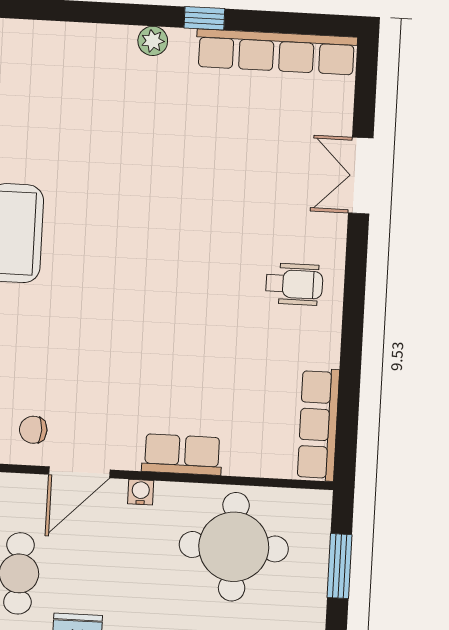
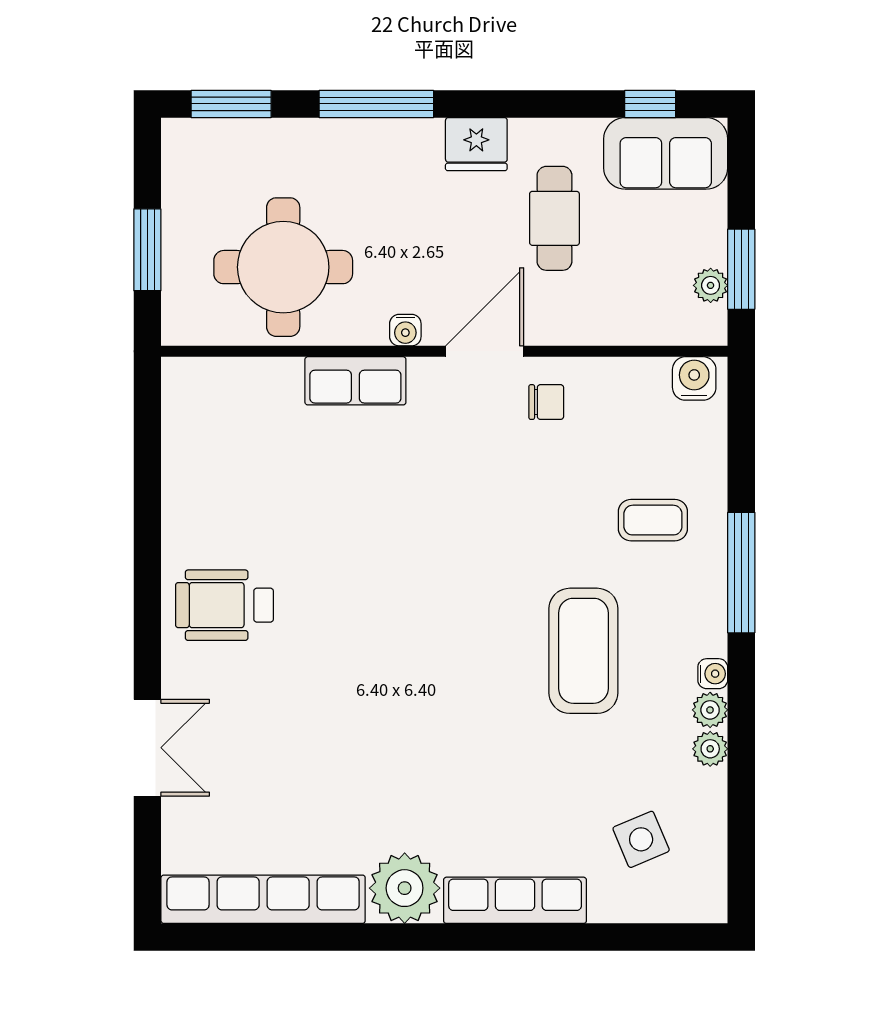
window: (204, 18) -> (357, 937), removed
plant: (153, 41) -> (405, 888), width x1.88, depth x1.88
wheelchair: (294, 284) -> (224, 605), width x1.36, depth x1.37
row of seats: (318, 425) -> (515, 900), moved, turned -90

